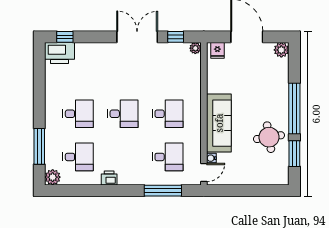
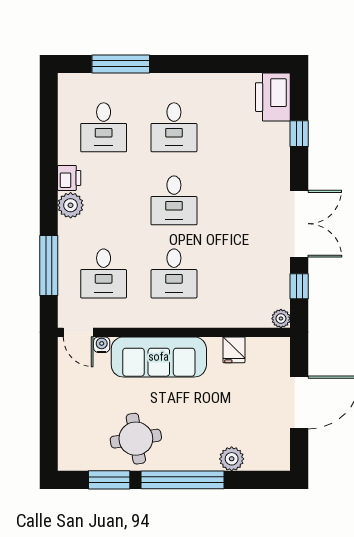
window: (65, 37) -> (299, 134), moved
fridge: (217, 50) -> (234, 350), moved, turned -90
plant: (281, 50) -> (232, 459), moved
plant: (53, 177) -> (71, 205), moved

